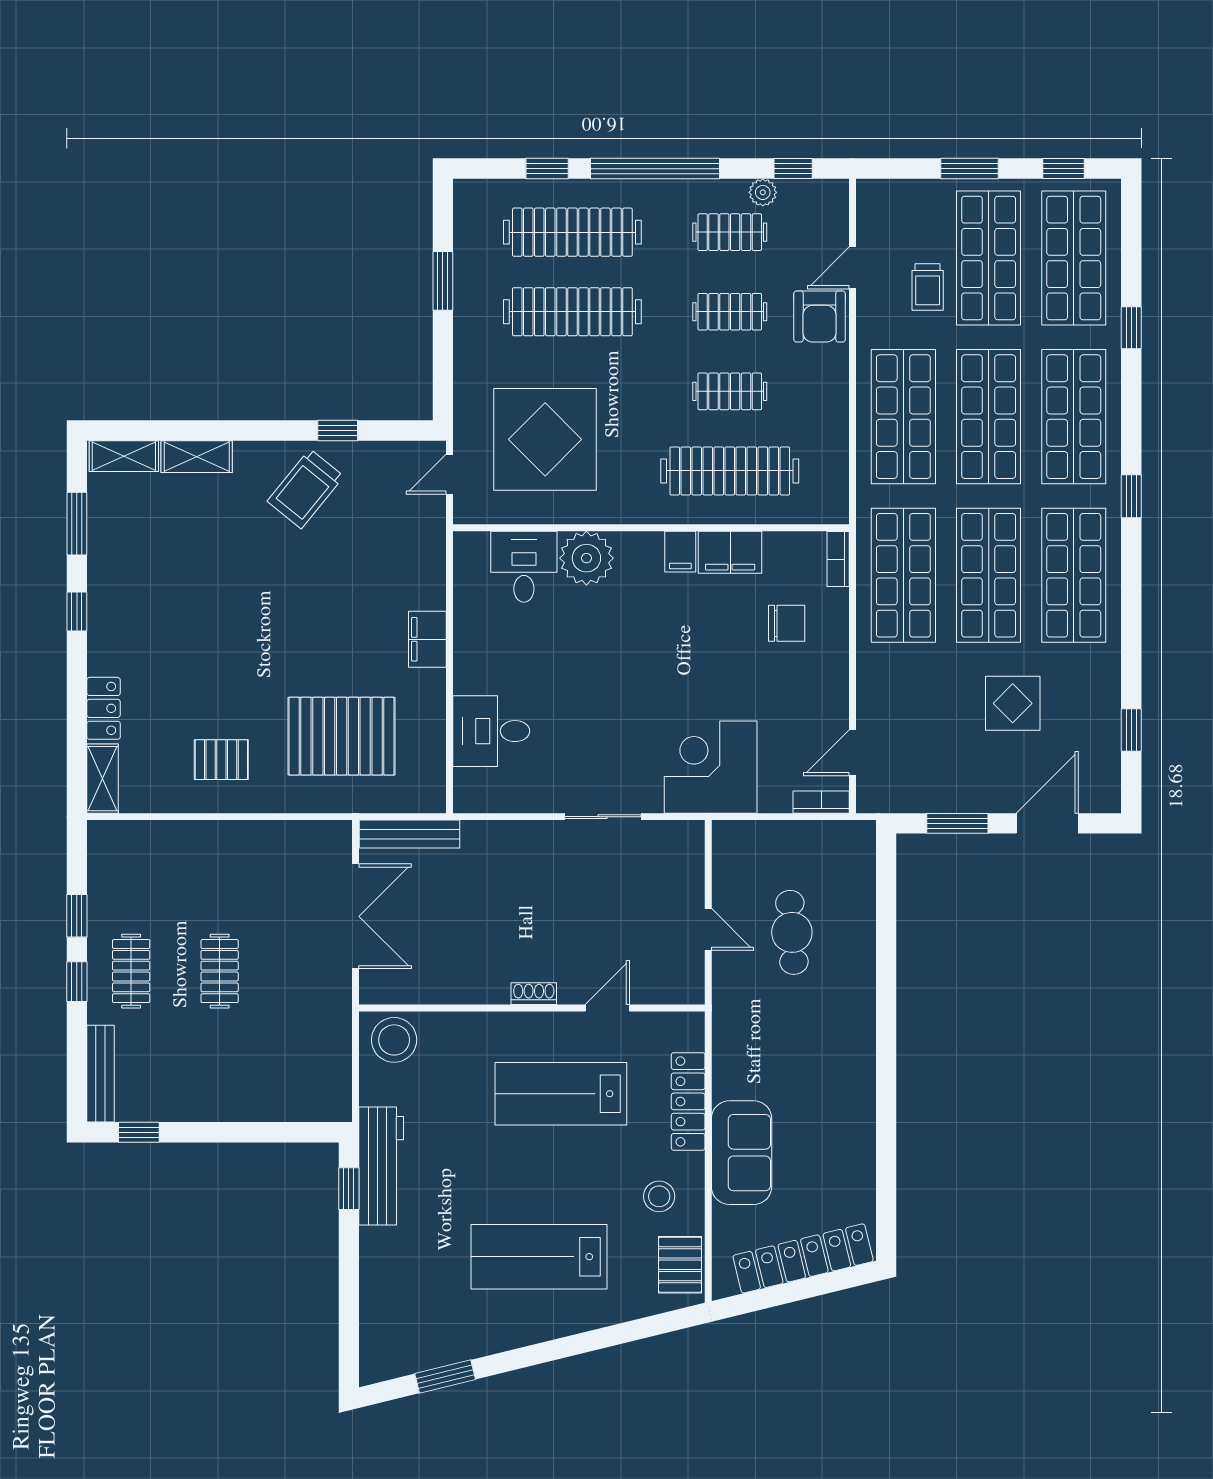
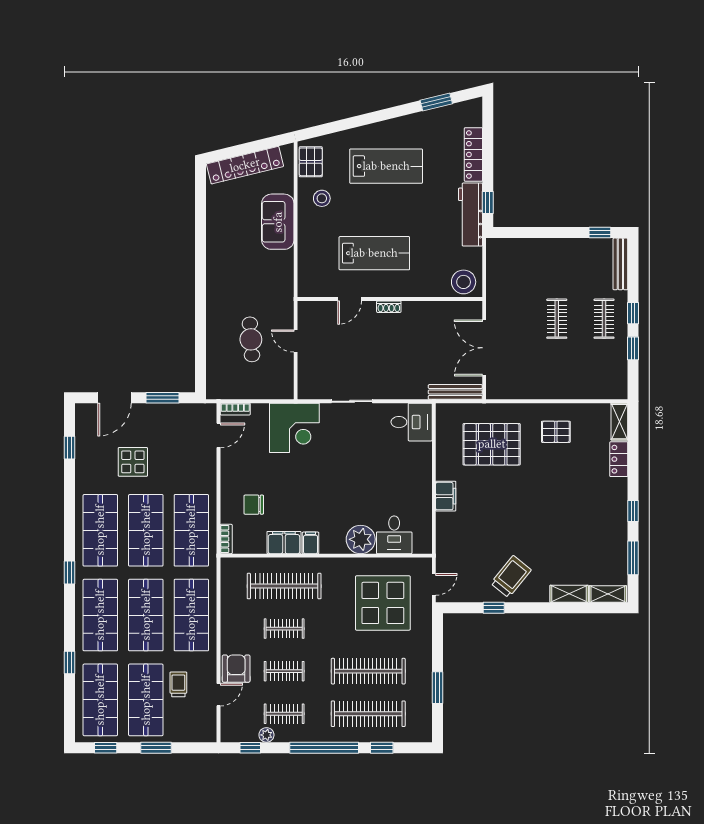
desk: (491, 731) -> (412, 422), moved
locker: (688, 1101) -> (473, 154), moved, turned 180

